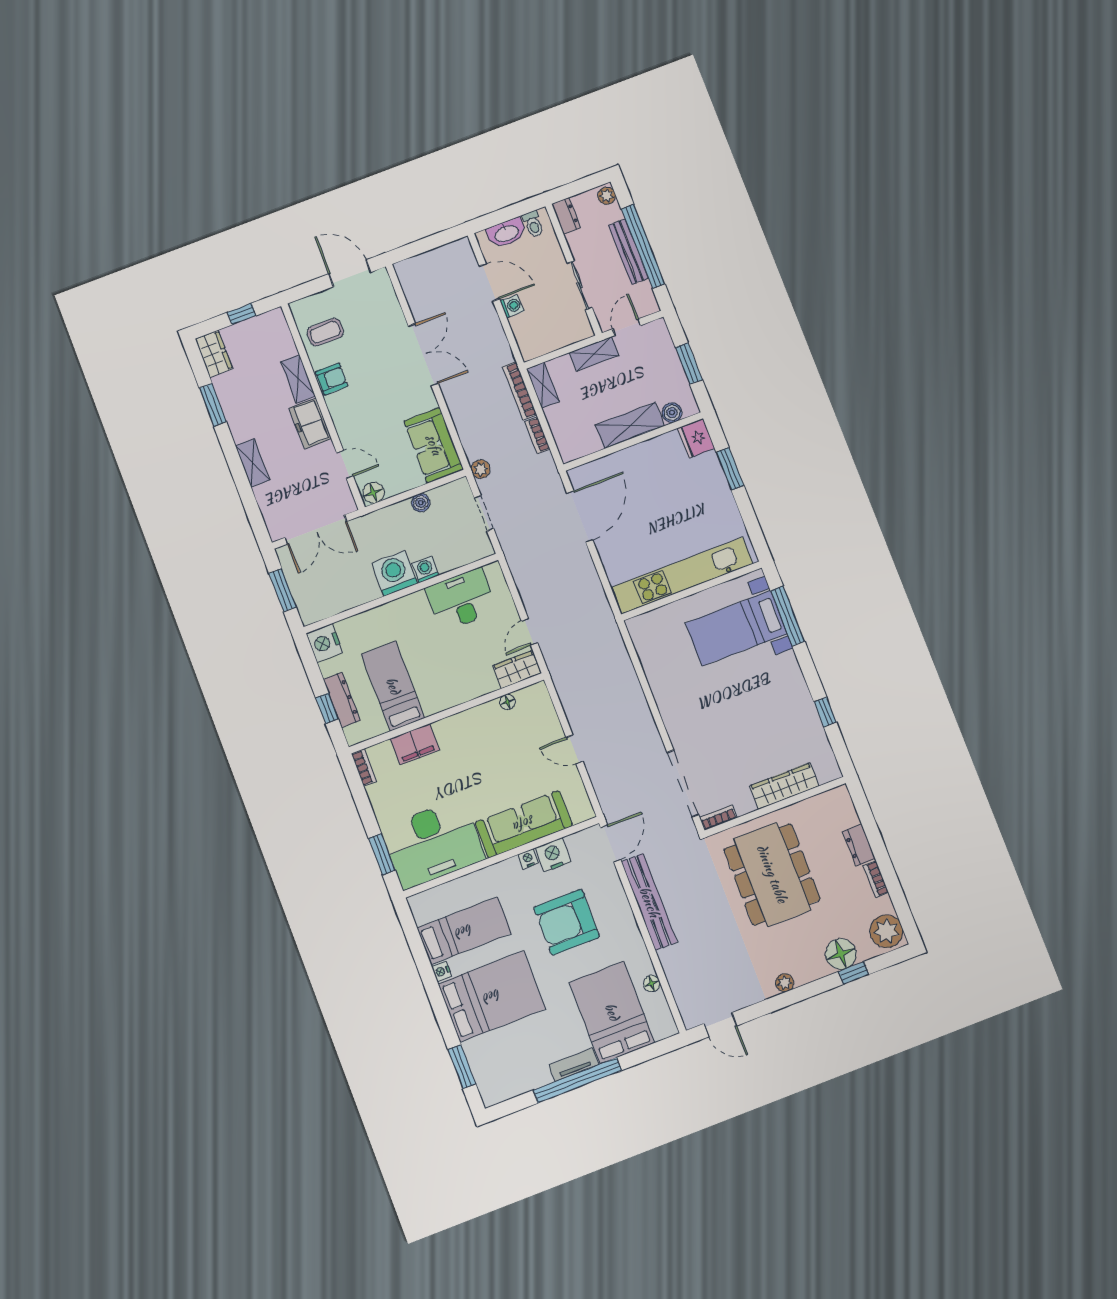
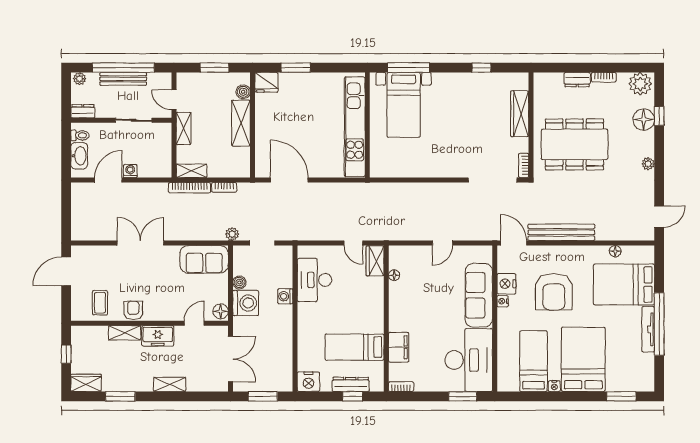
washing machine: (394, 573) -> (246, 303), moved, turned 180
tv unit: (574, 1065) -> (648, 329), width x1.41

